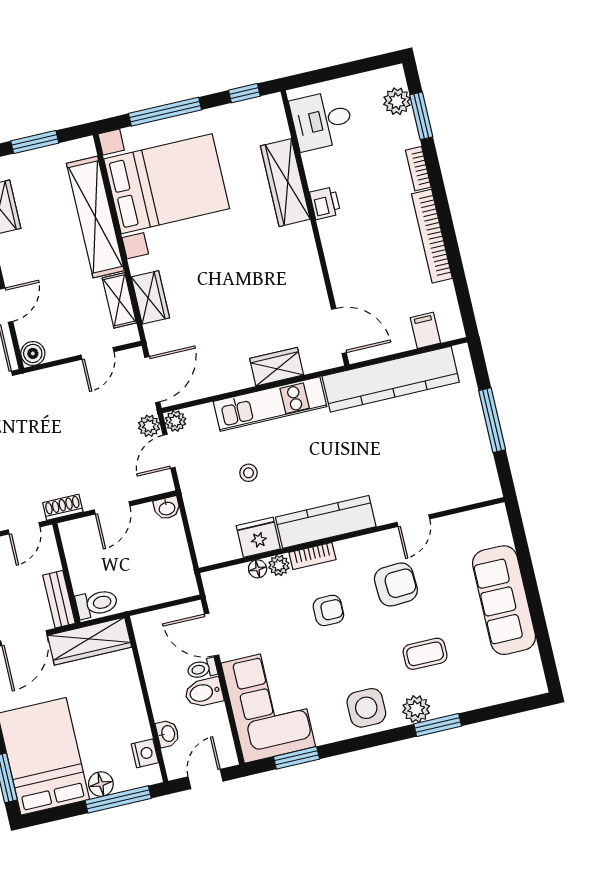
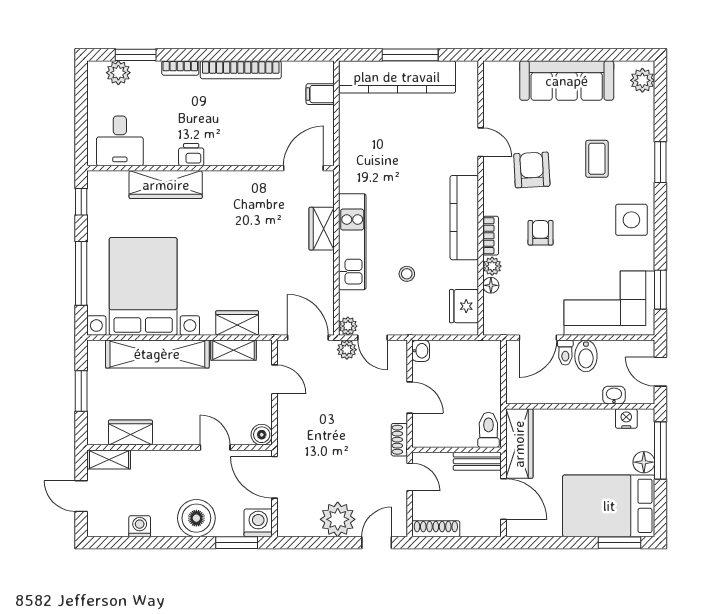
kitchen counter: (391, 379) -> (397, 77), moved, turned 90
fridge: (258, 537) -> (464, 306), moved
plant: (416, 709) -> (642, 80), moved

